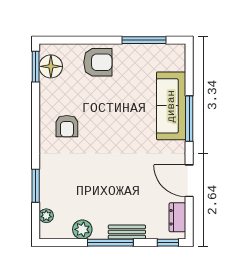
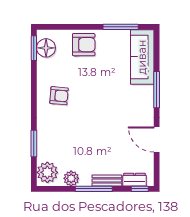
sofa: (171, 106) -> (142, 57), moved
armchair: (67, 126) -> (59, 96), turned -85
plant: (46, 216) -> (47, 172), width x1.87, depth x1.87
dresser: (177, 217) -> (134, 180), moved, turned 90

